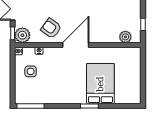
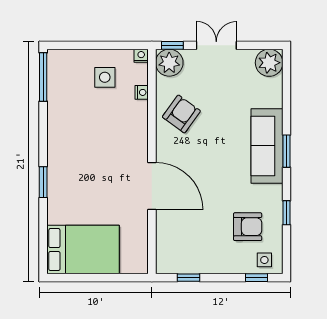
plant: (125, 37) -> (166, 246), removed
door: (76, 45) -> (152, 186), moved
bed: (100, 84) -> (83, 250), moved

